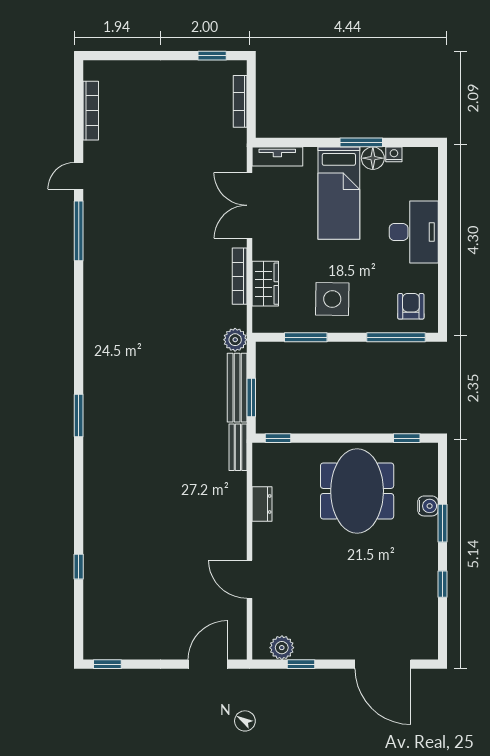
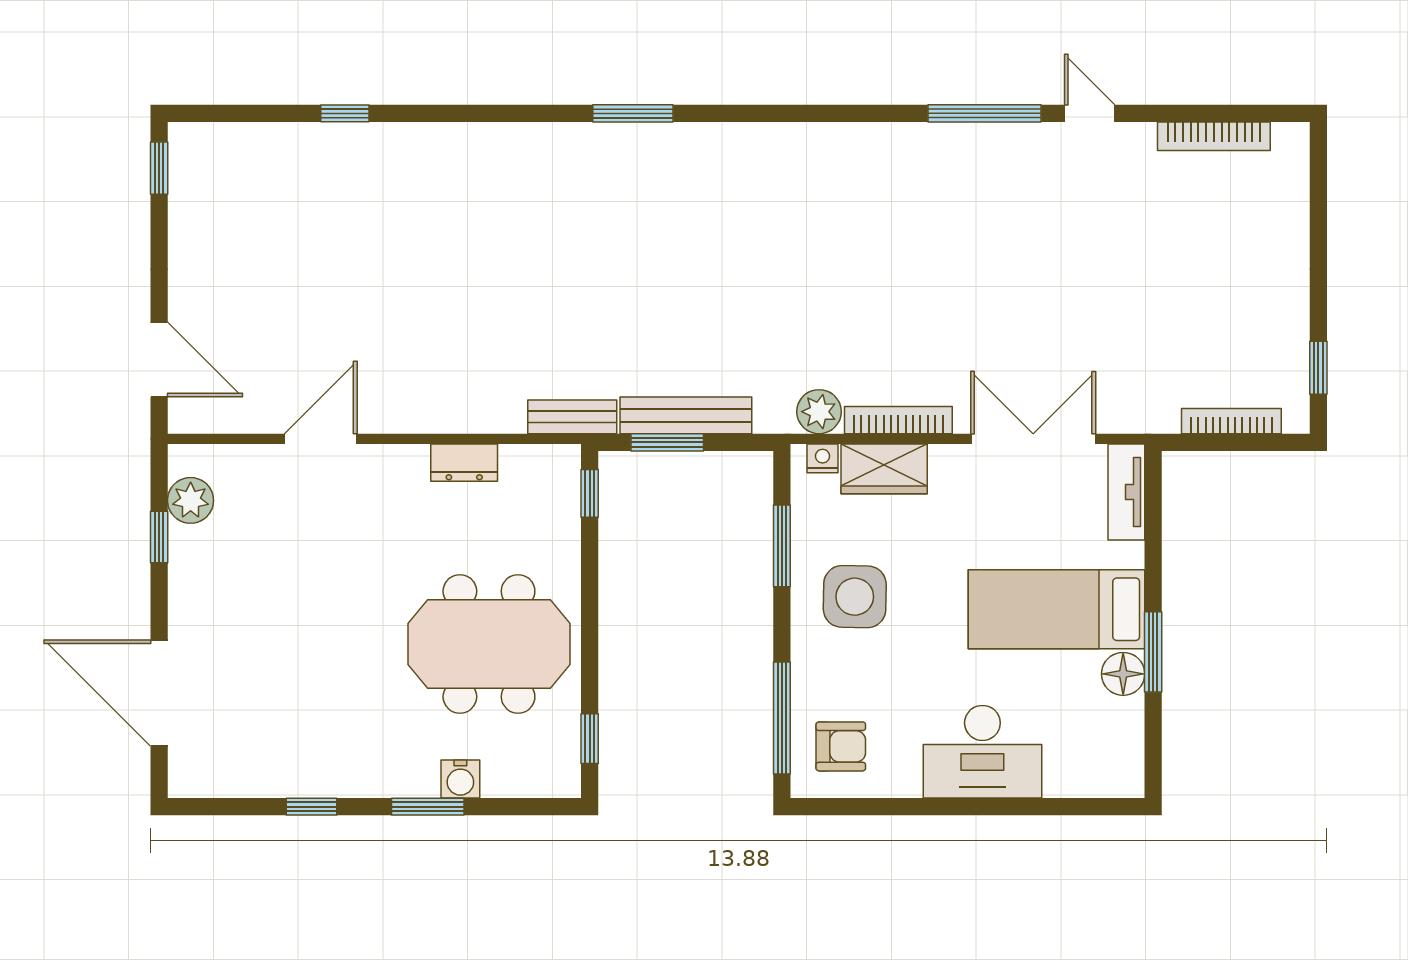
nightstand: (394, 154) -> (823, 458), moved, turned -90
plant: (235, 340) -> (819, 412), moved
door: (383, 664) -> (159, 693), hinge flipped

